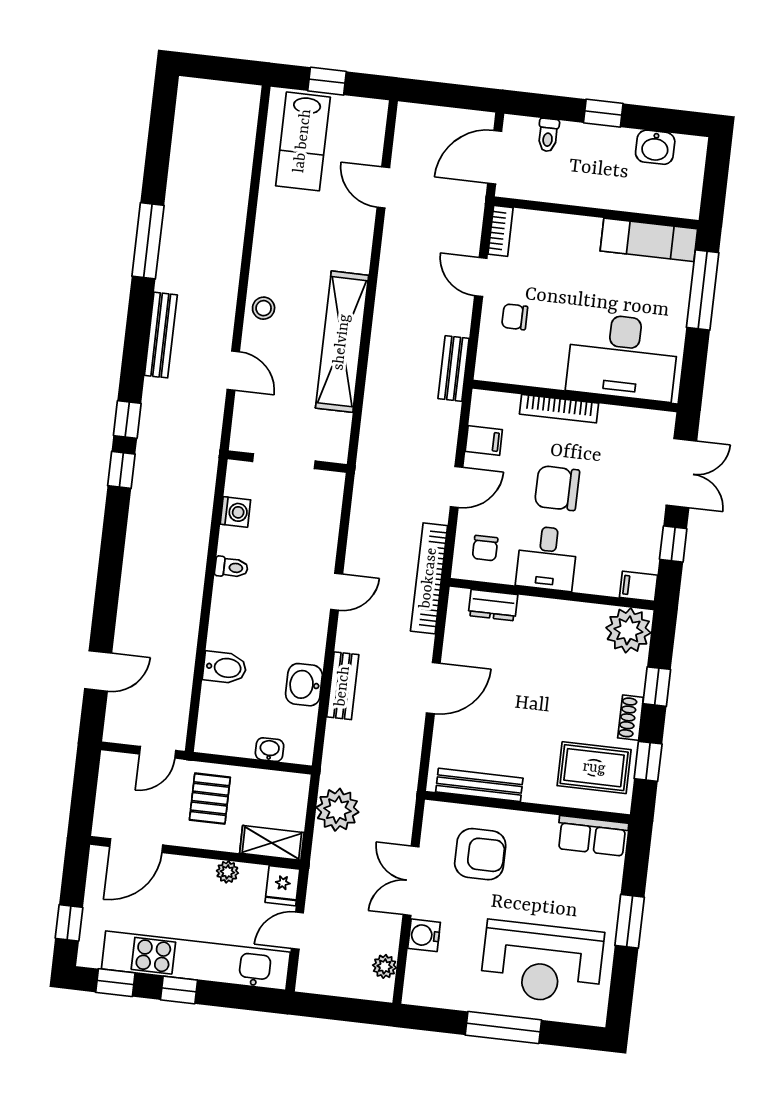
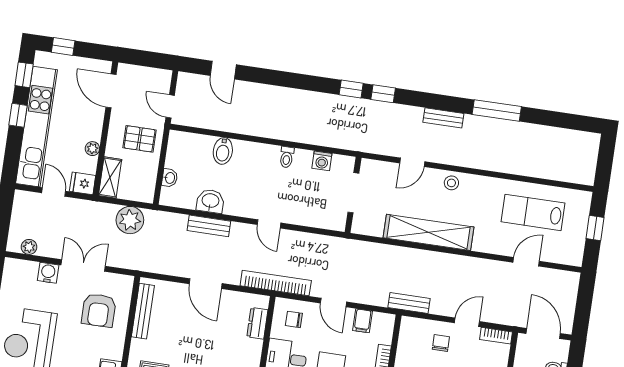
lab bench: (303, 141) -> (533, 212), moved
bench: (161, 335) -> (443, 118), width x0.73

